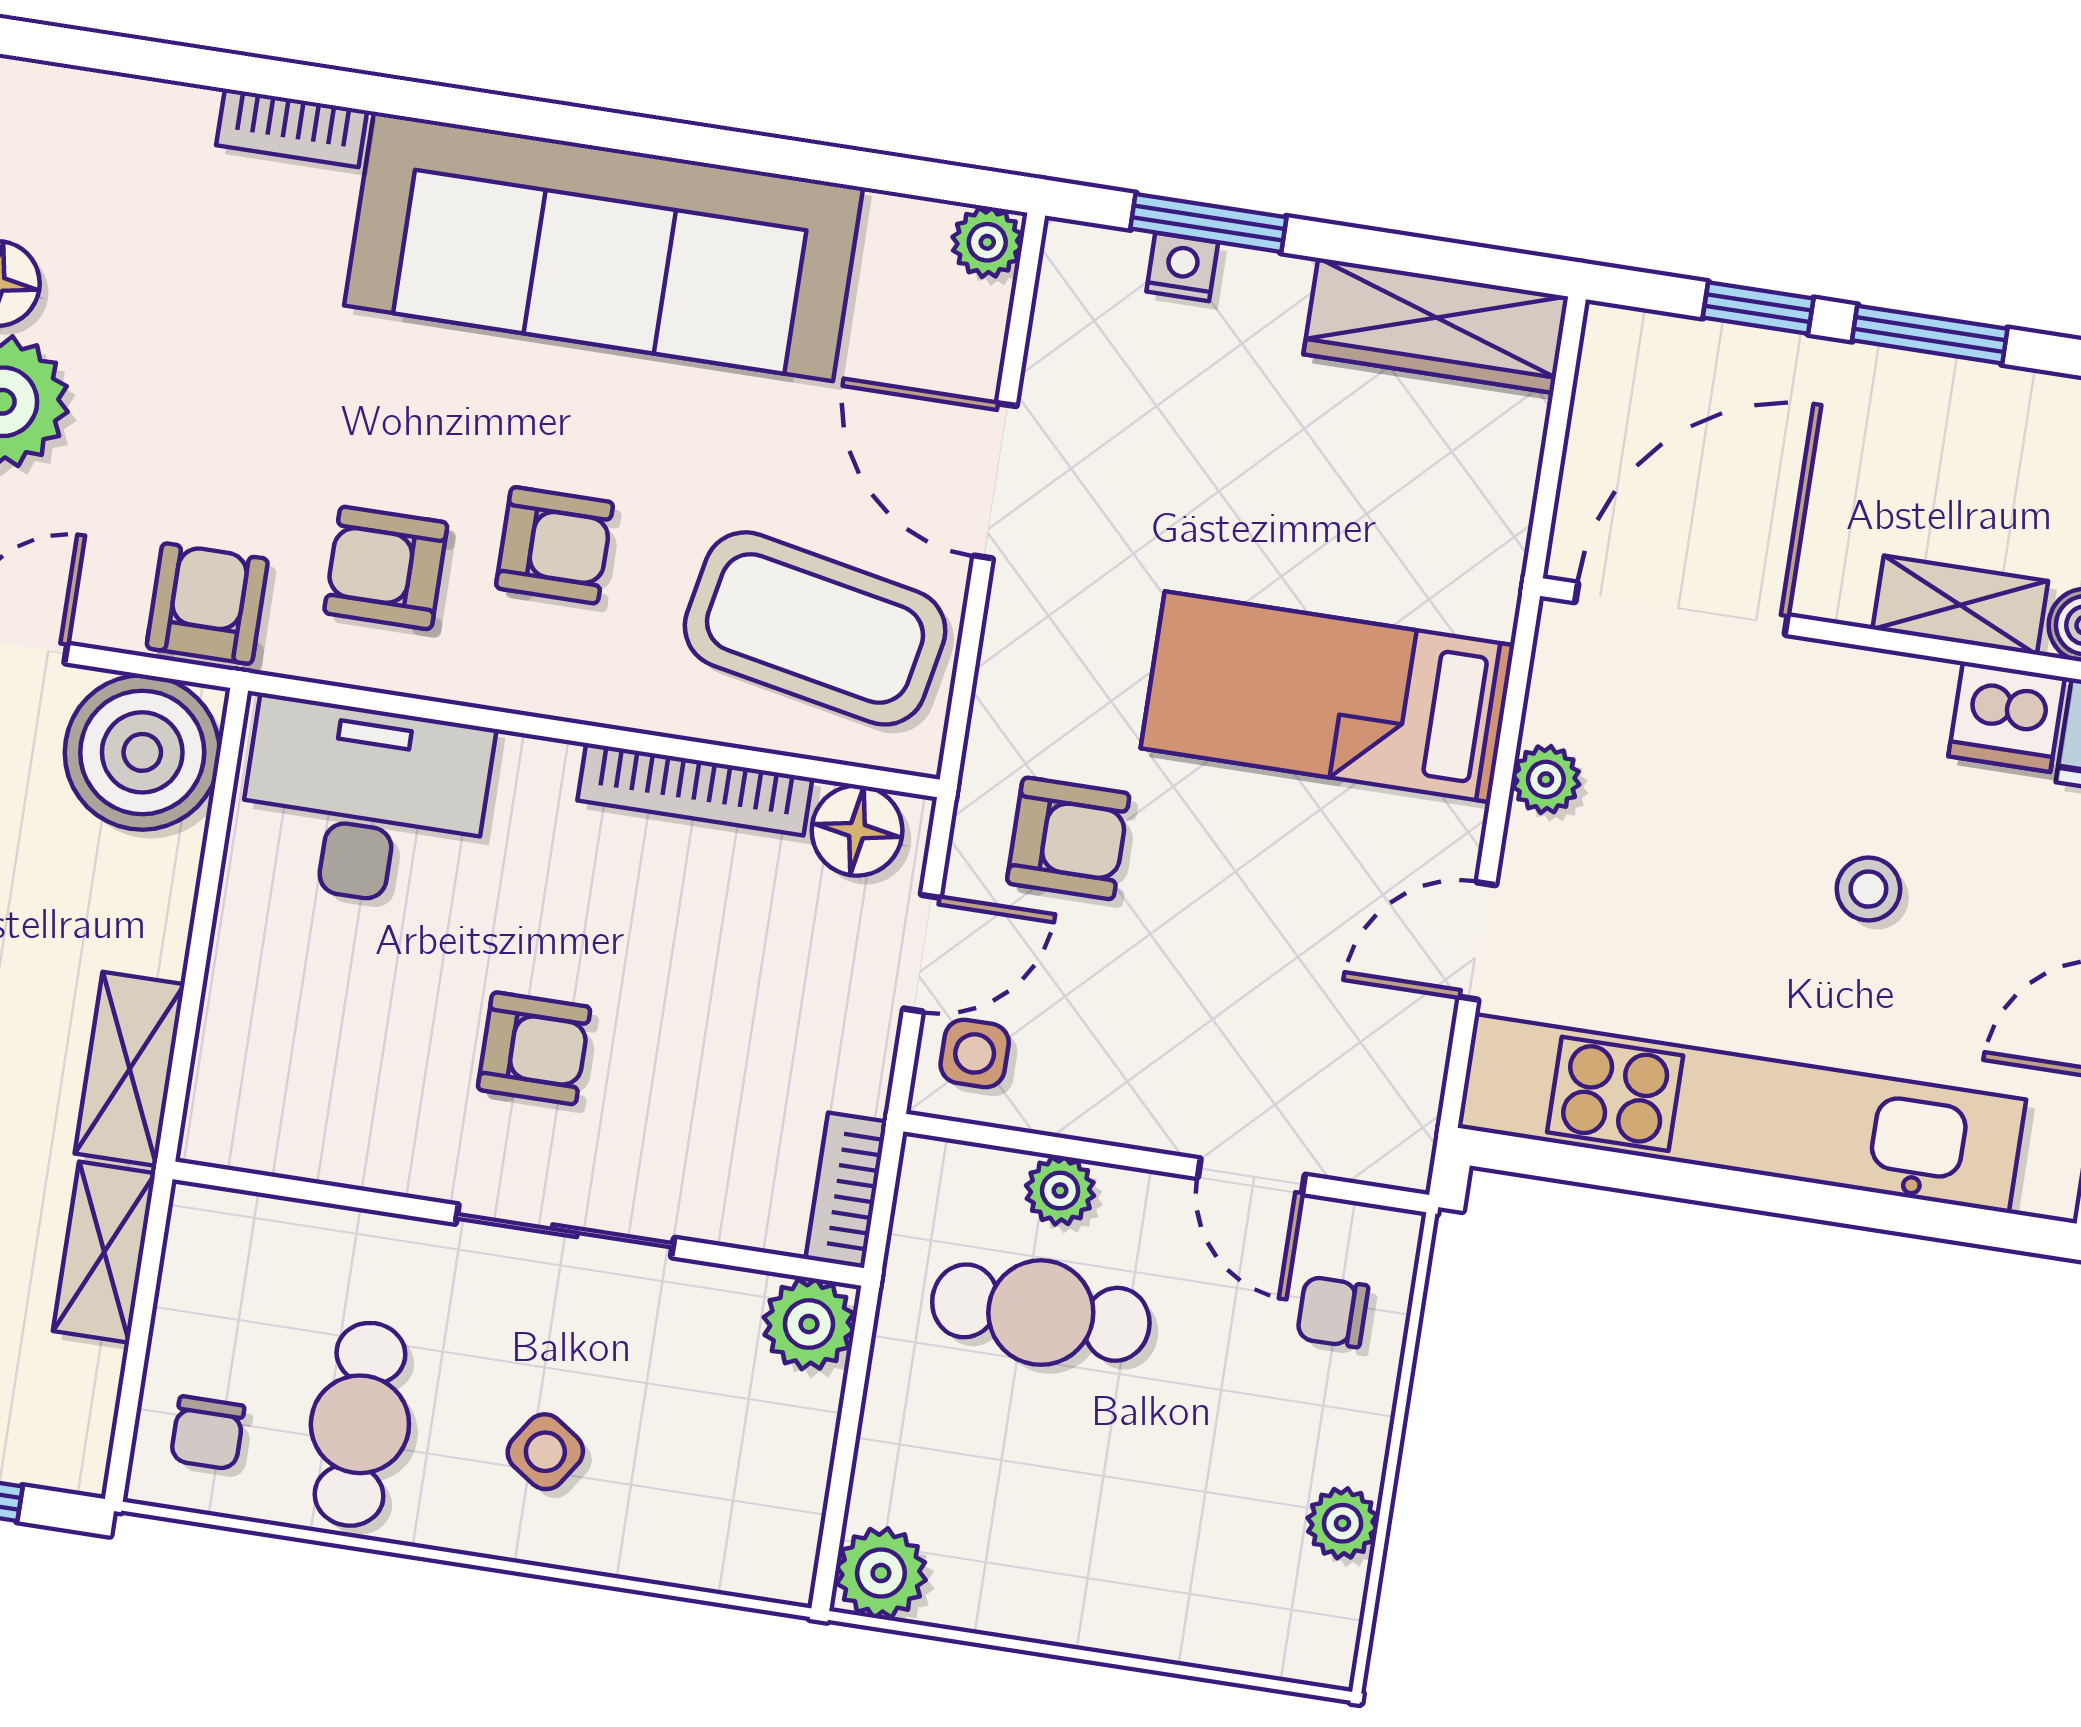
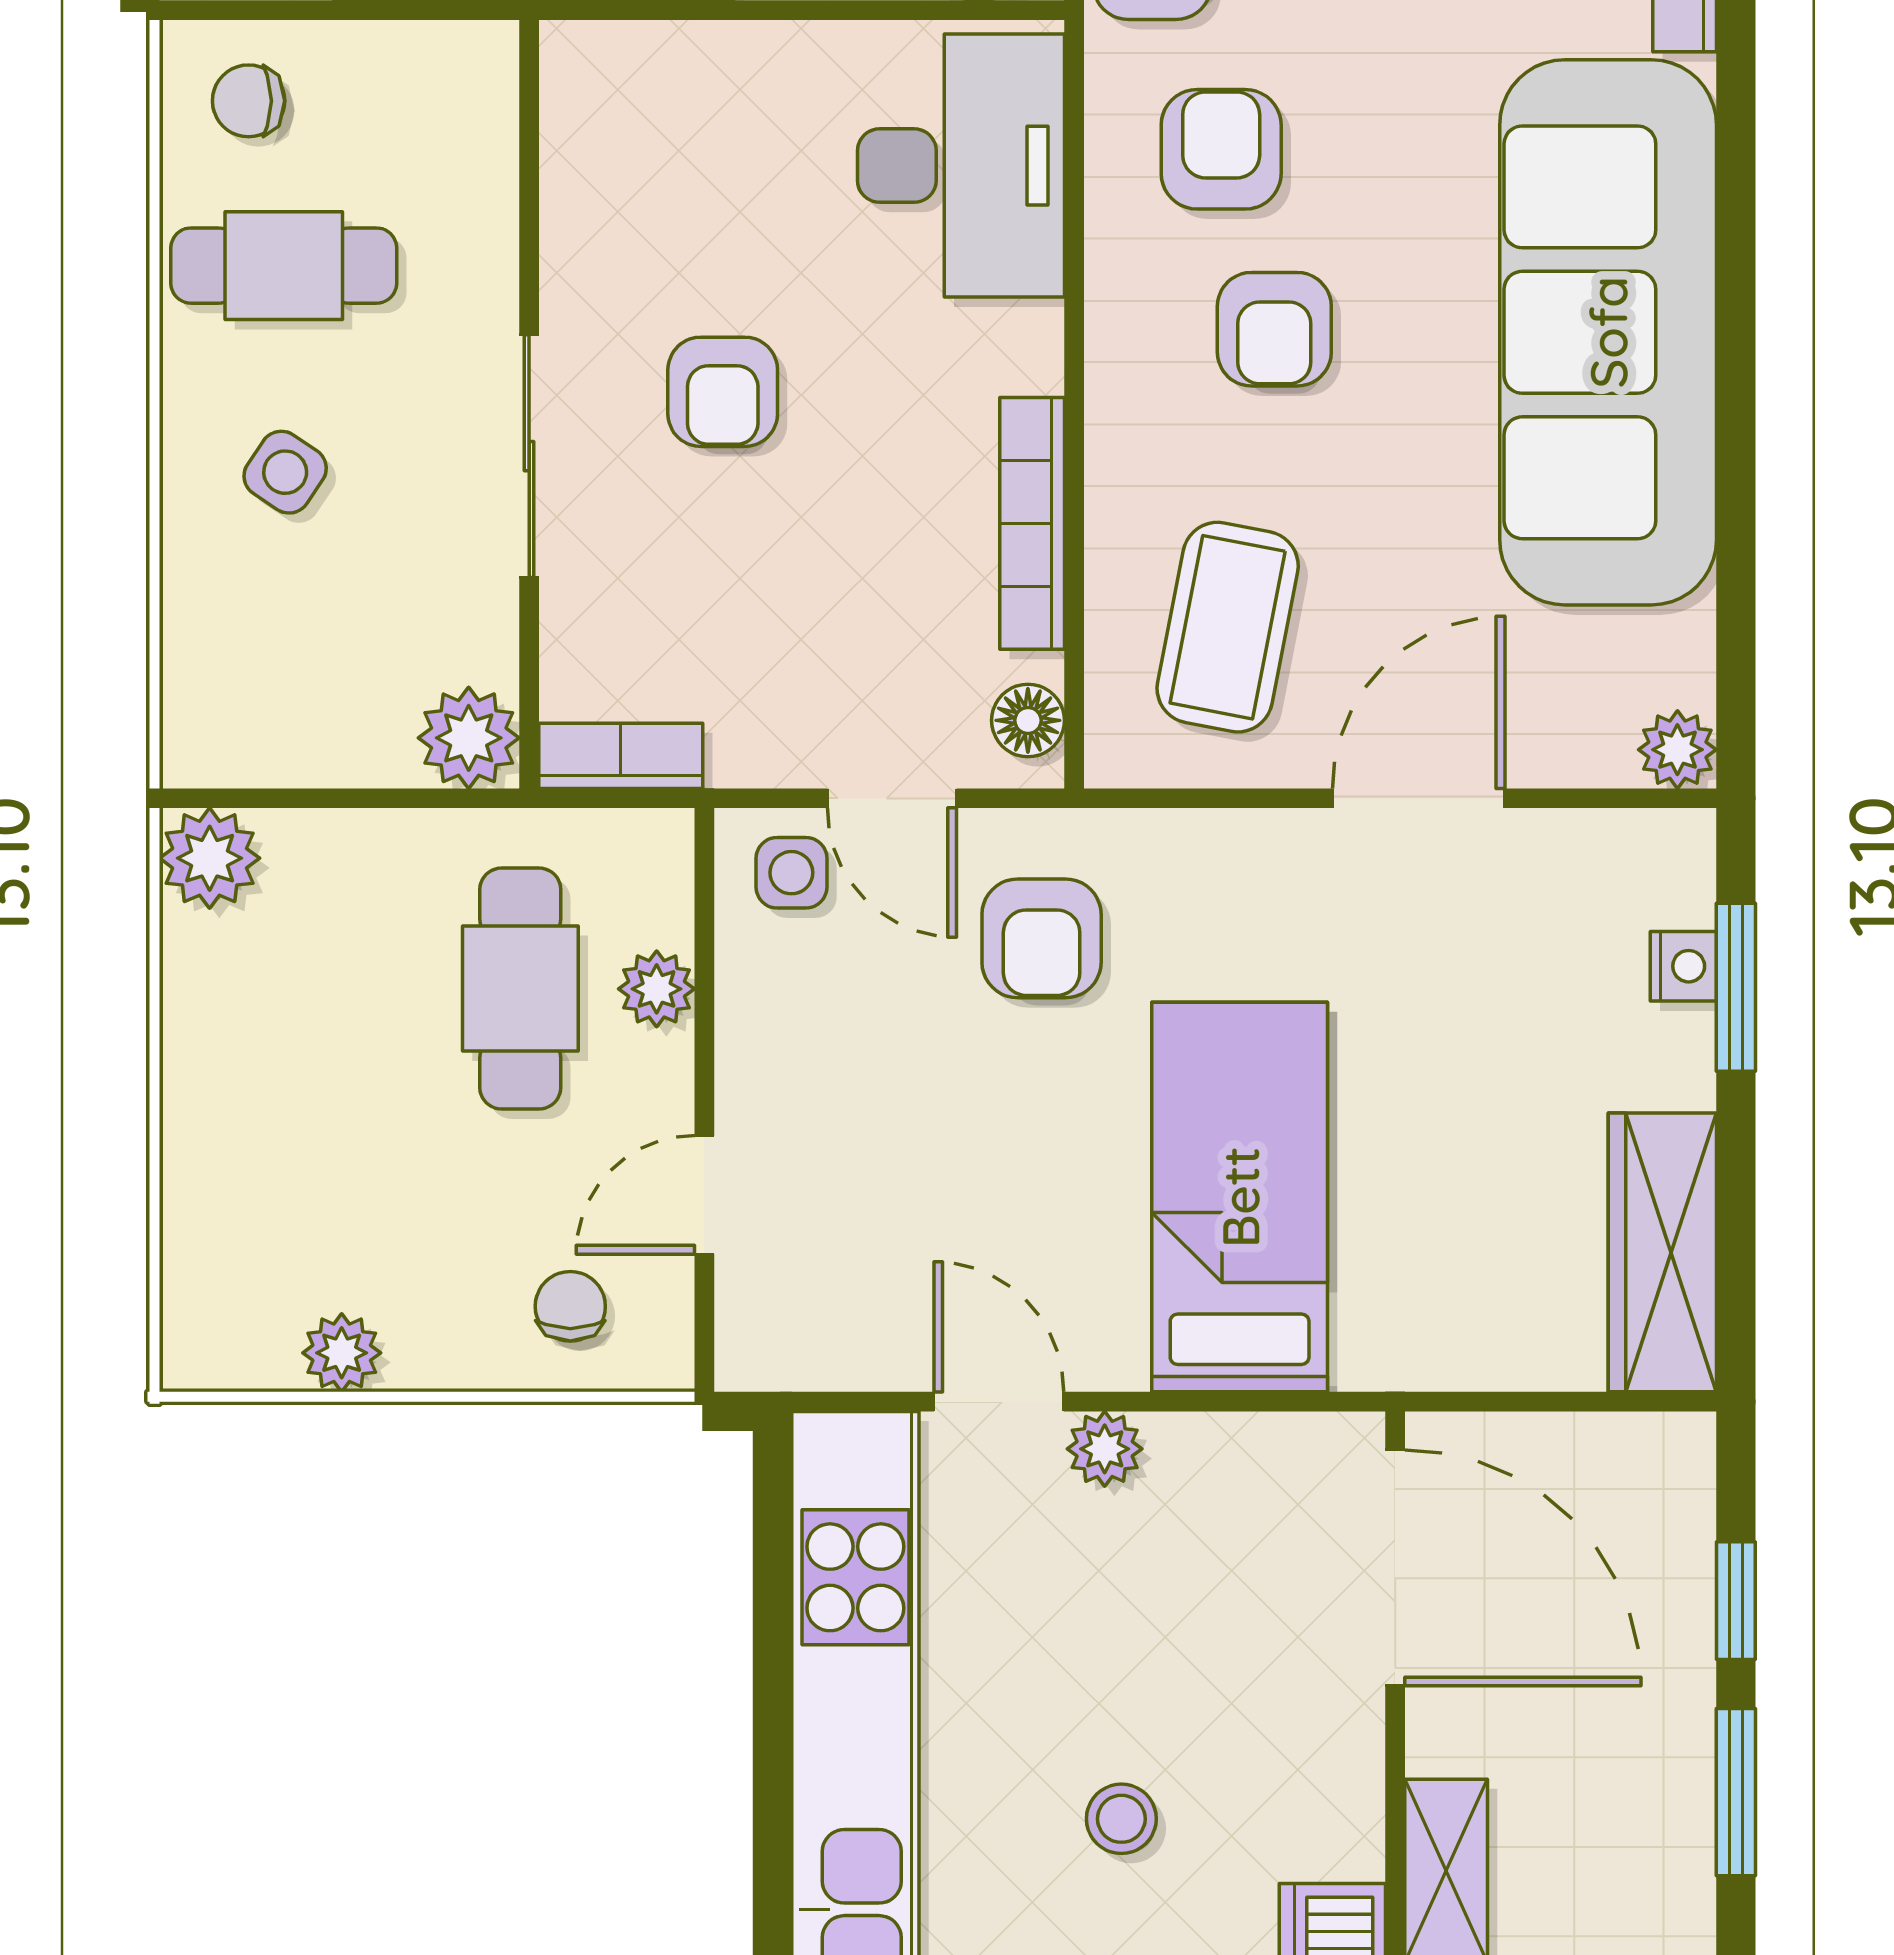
coffee table: (815, 628) -> (1228, 627), width x0.73, depth x0.76
plant: (1546, 779) -> (1105, 1449), moved
floor lamp: (857, 831) -> (1028, 720), width x0.73, depth x0.73

